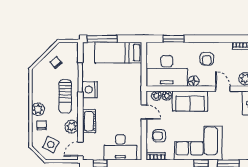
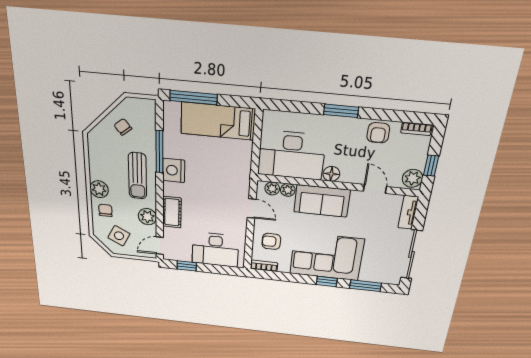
window: (174, 39) -> (341, 111), moved
armchair: (207, 59) -> (378, 133), moved

